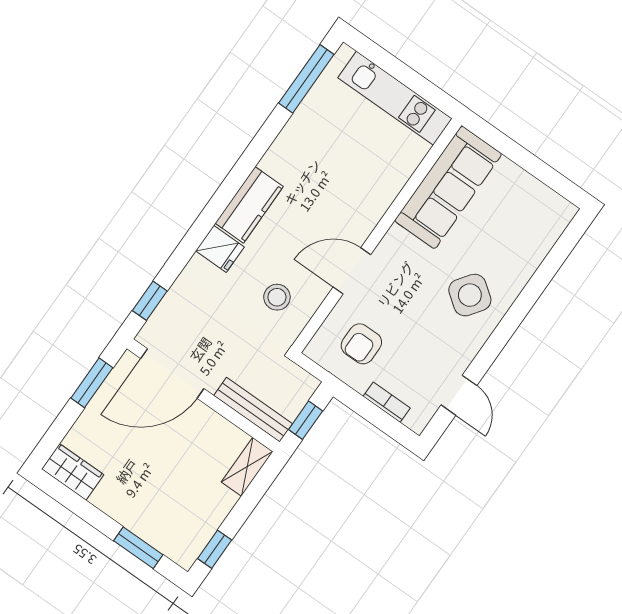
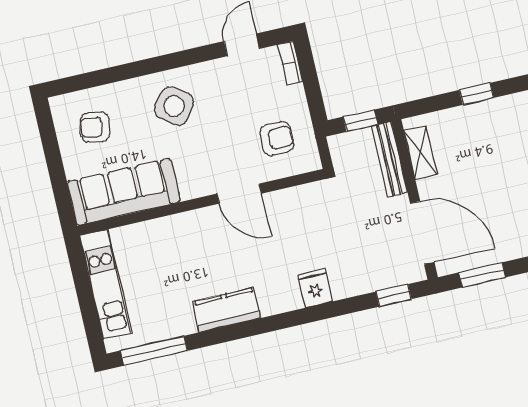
kitchen counter: (249, 205) -> (227, 310), moved
armchair: (519, 219) -> (95, 127), added
stool: (277, 297) -> (306, 221), removed
bookcase: (387, 402) -> (290, 63), moved
shelving: (247, 467) -> (420, 152), moved, turned 90
window: (215, 549) -> (476, 94), moved

